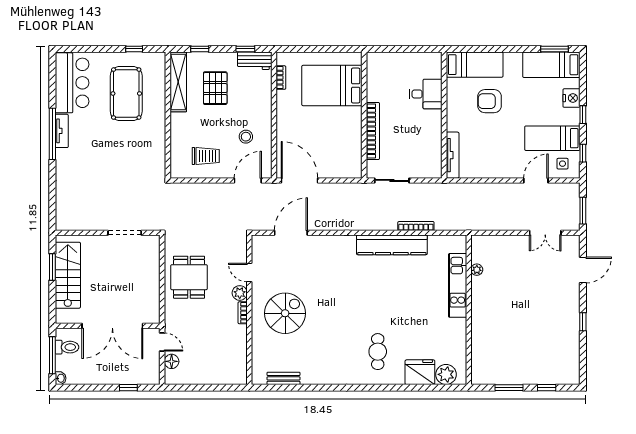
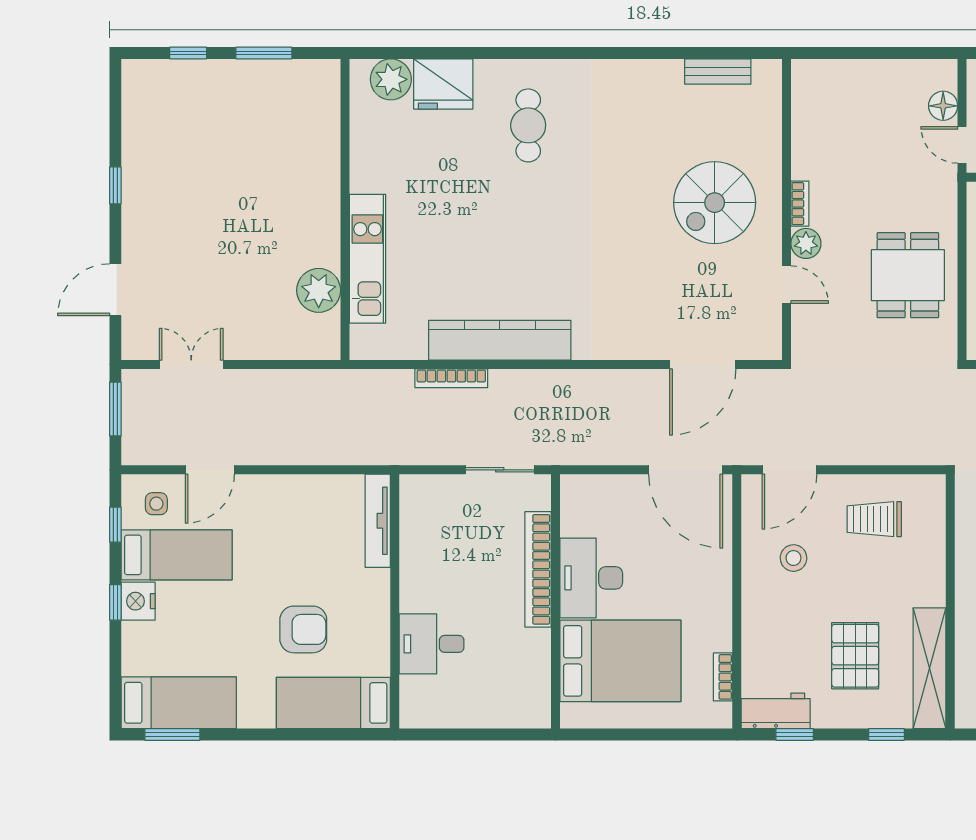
nightstand: (572, 98) -> (138, 601), moved
desk: (346, 127) -> (591, 578), added
plant: (477, 270) -> (319, 290), width x1.88, depth x1.88

